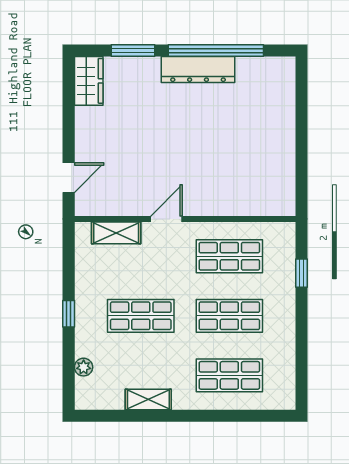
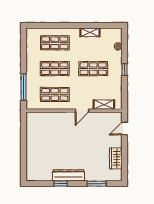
window: (216, 51) -> (61, 184), width x0.32
wardrobe: (89, 81) -> (116, 158), moved
window: (302, 273) -> (24, 87), width x2.17

